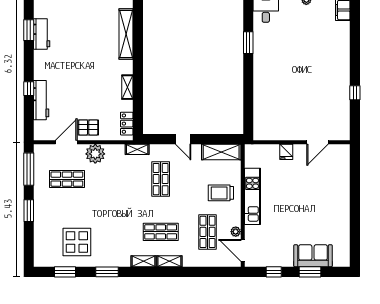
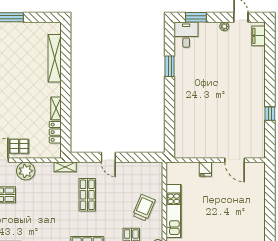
locker: (127, 124) -> (55, 132), moved
door: (317, 142) -> (235, 160), hinge flipped
shelving: (221, 152) -> (144, 169), removed
trolley: (221, 193) -> (144, 208), turned 113

